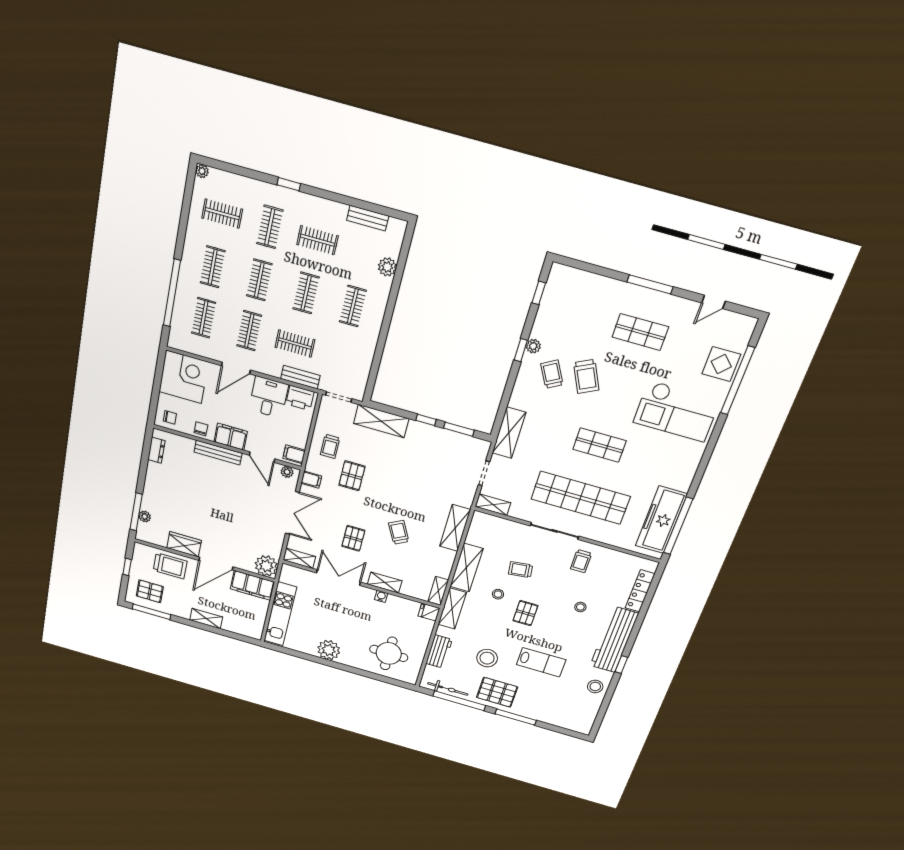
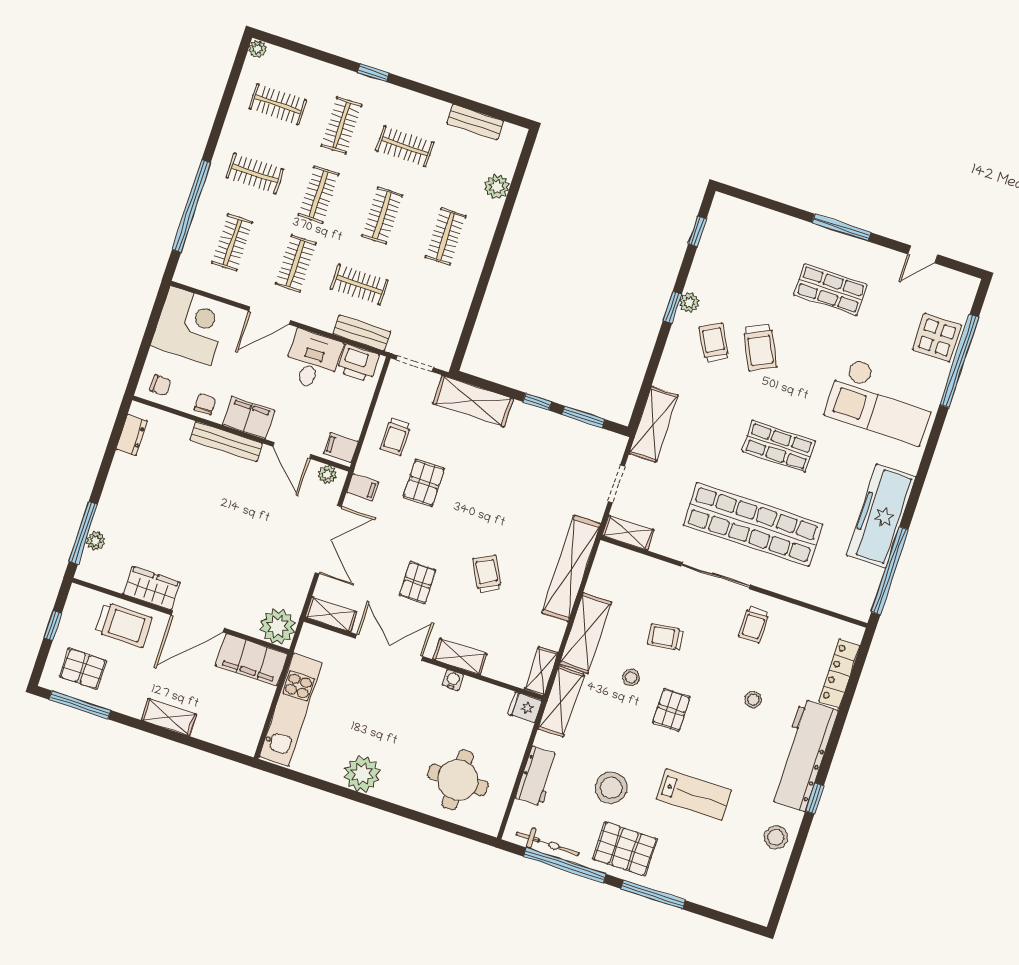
clothes rail: (213, 267) -> (255, 173), turned 90
freezer: (661, 520) -> (881, 516), moved
shelving: (455, 528) -> (571, 568), width x1.47

